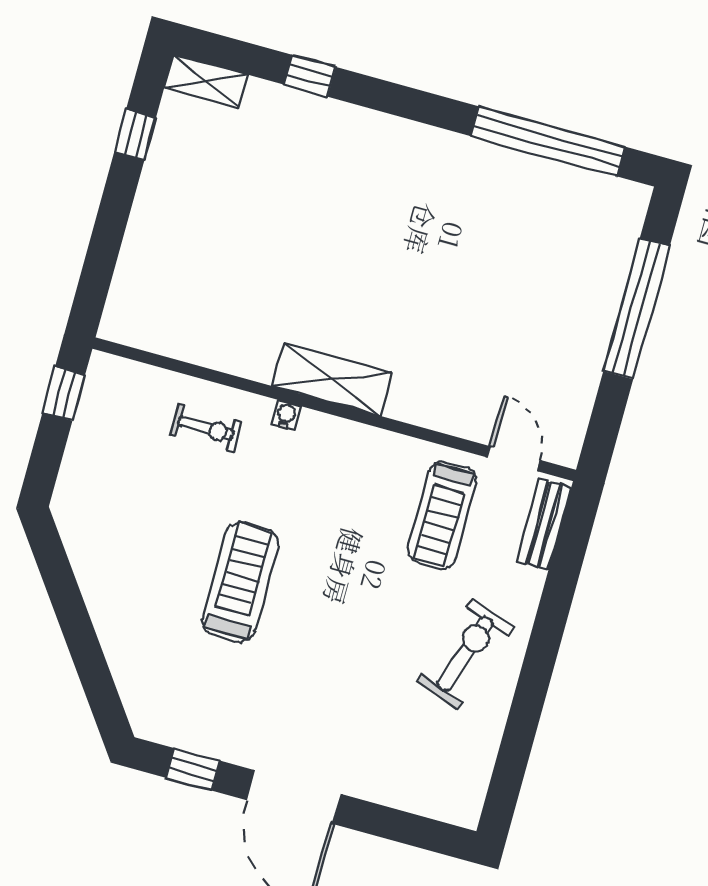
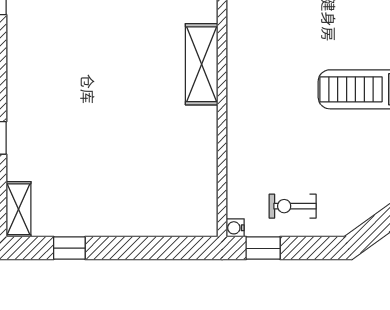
water cooler: (286, 415) -> (235, 228), moved
exercise bike: (206, 428) -> (293, 206), moved, turned -90

